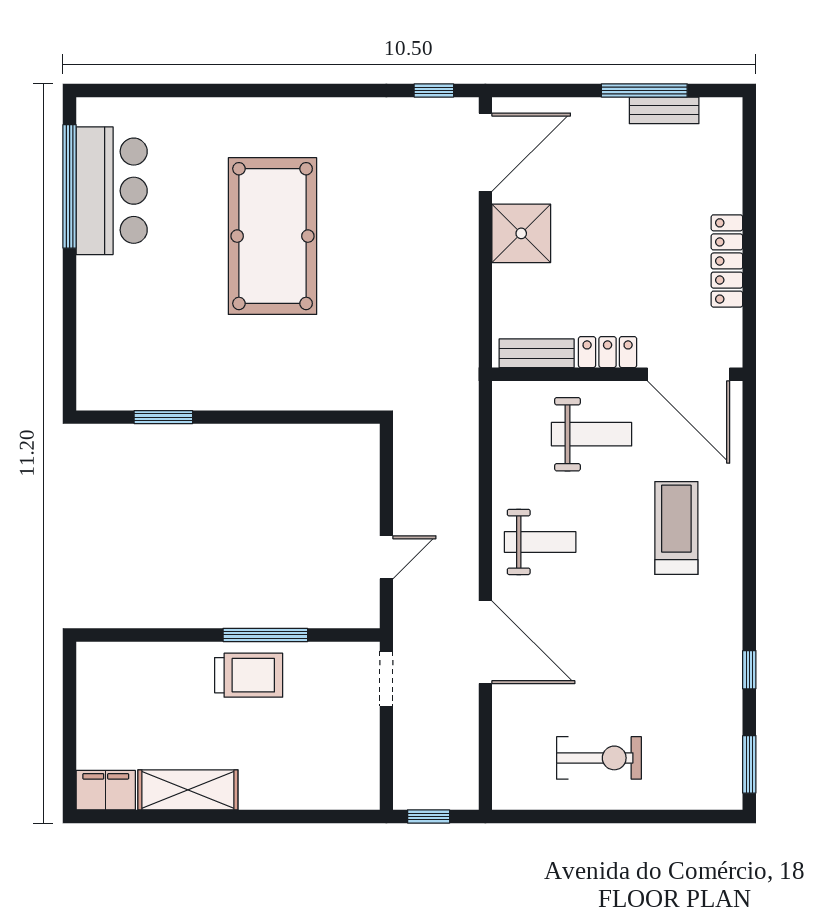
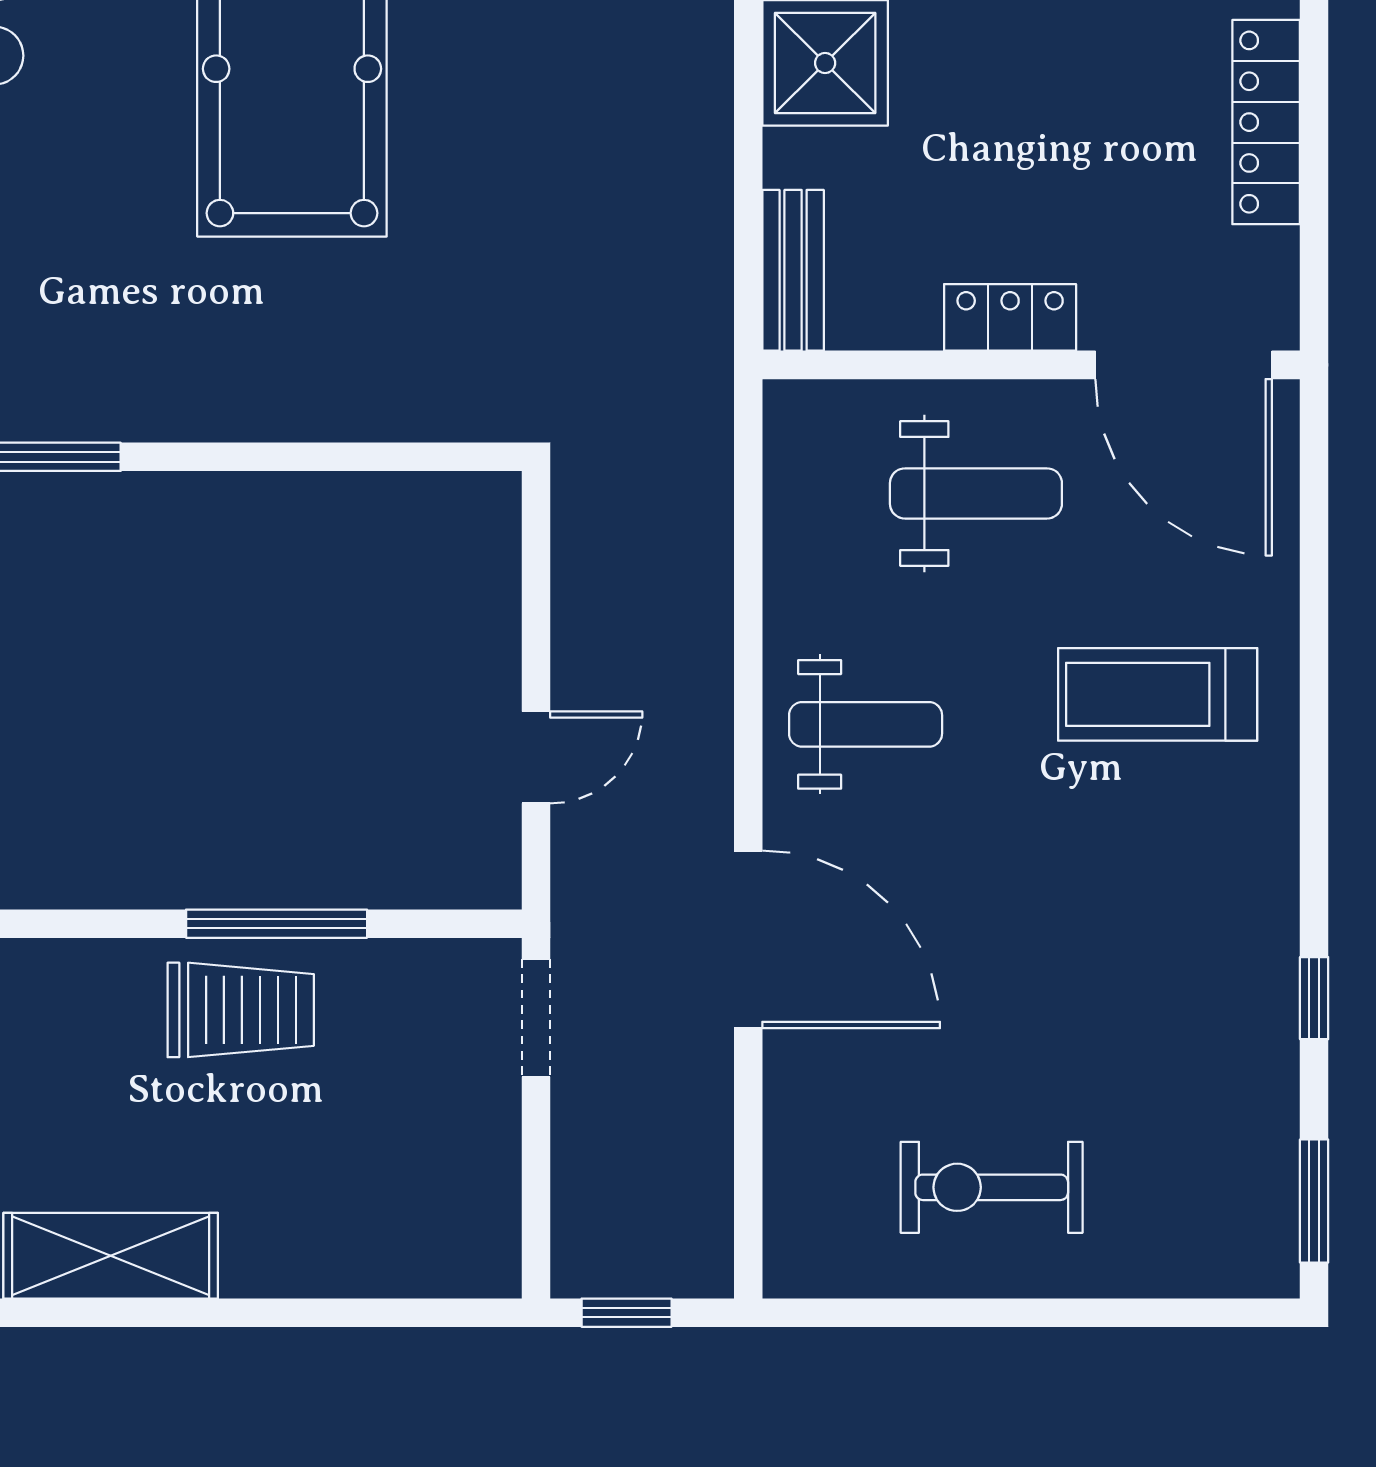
bench: (537, 353) -> (793, 270), moved, turned 90
treadmill: (676, 528) -> (1158, 694), turned -90
exercise bike: (599, 758) -> (992, 1187), turned 180

